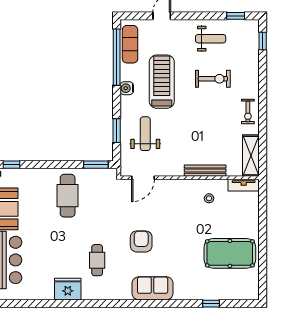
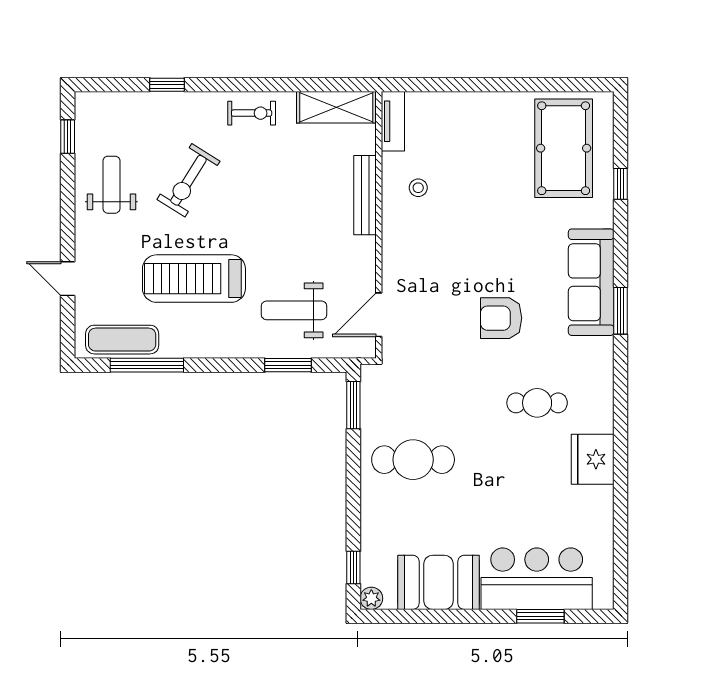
window: (263, 41) -> (167, 85), moved
window: (117, 57) -> (147, 365), width x0.68
exercise bike: (213, 79) -> (188, 180), turned -148
water cooler: (127, 88) -> (207, 346), removed
door: (143, 178) -> (379, 315), swing flipped
pool table: (230, 253) -> (564, 148), moved
sofa: (153, 288) -> (591, 282), width x1.36
window: (145, 304) -> (620, 311), added

